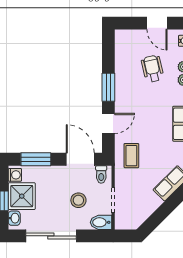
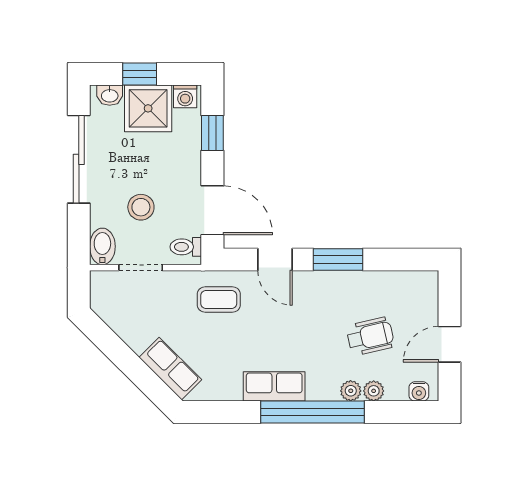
window: (36, 159) -> (212, 133), width x0.67
door: (80, 159) -> (212, 210), hinge flipped

